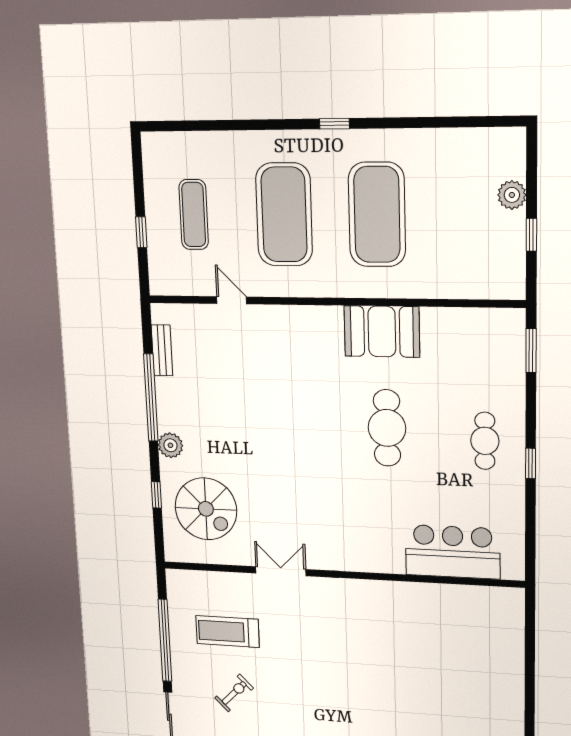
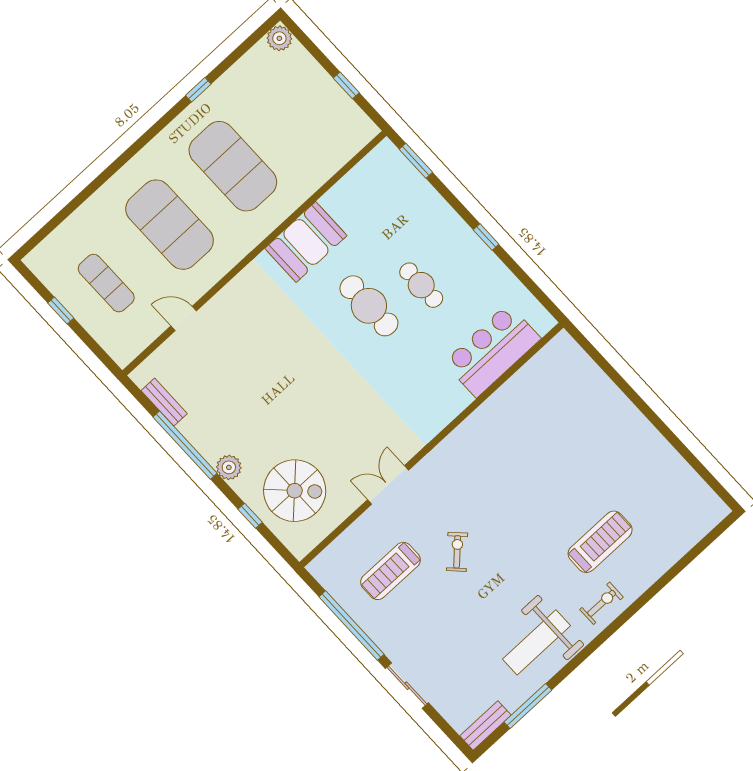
window: (334, 124) -> (198, 90), moved
plant: (512, 195) -> (279, 38), moved
window: (141, 232) -> (61, 310), moved
cafe table: (485, 441) -> (421, 285), moved
exercise bike: (234, 693) -> (457, 552), moved

